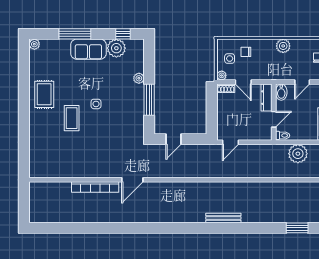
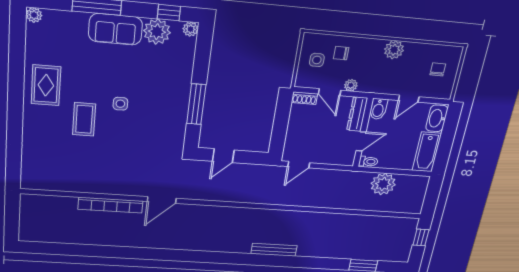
plant: (222, 75) -> (351, 85), moved
plant: (139, 78) -> (190, 29), moved

